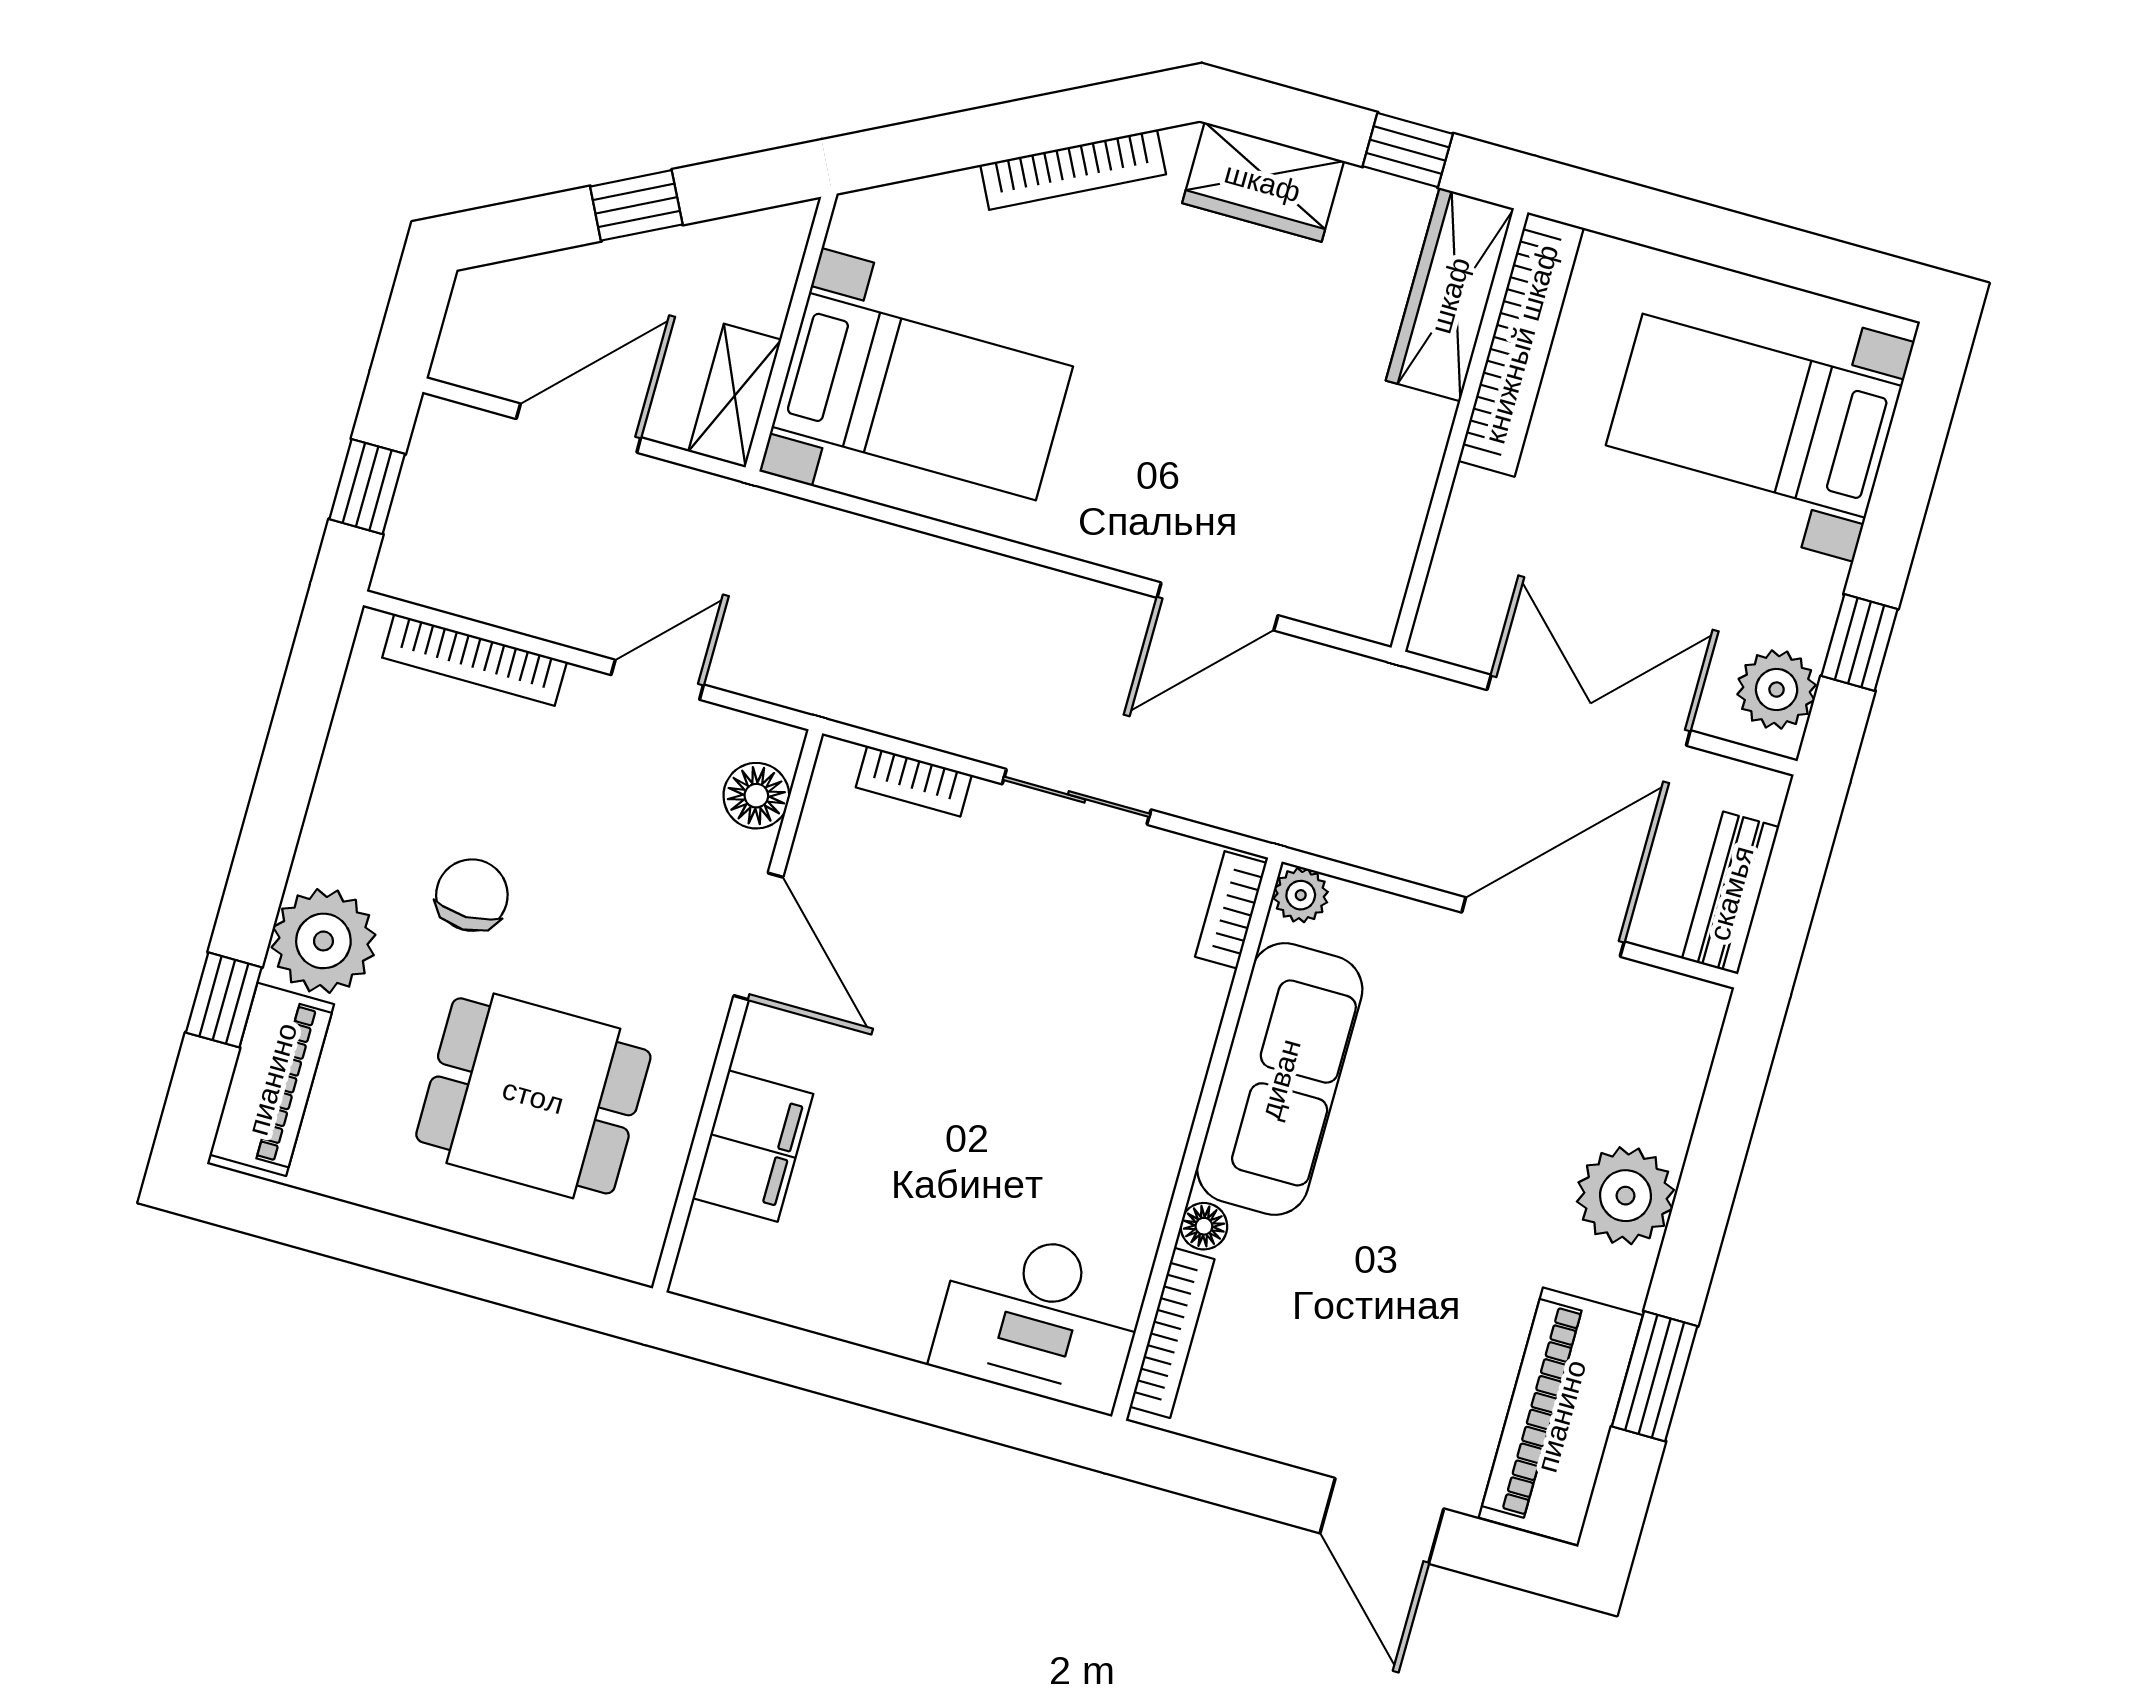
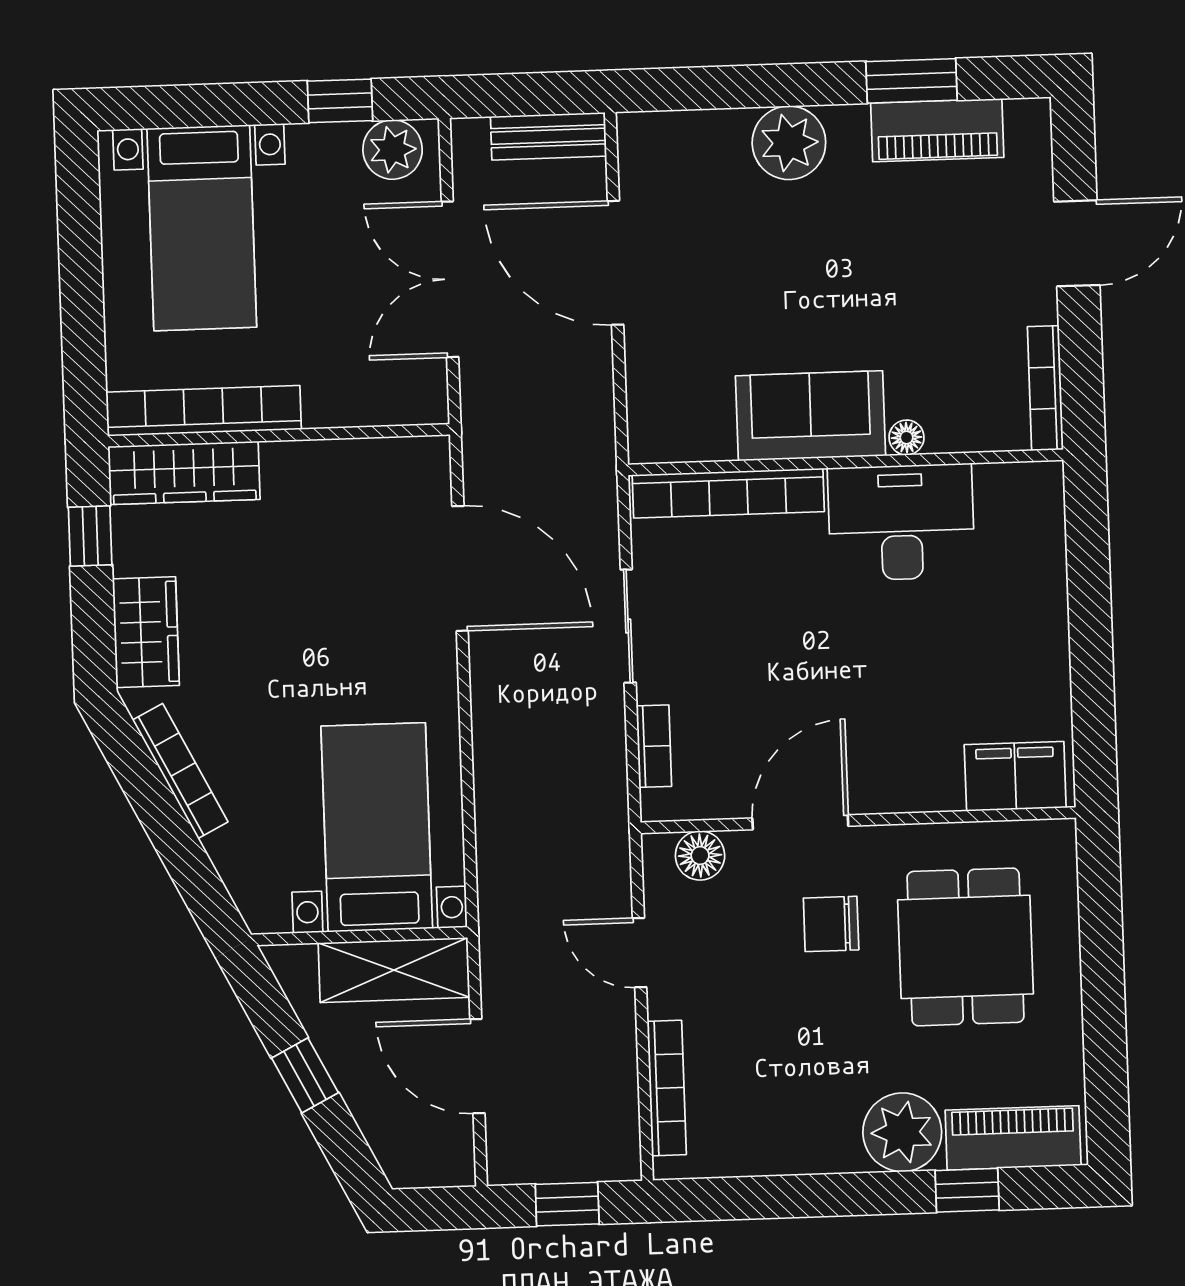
shelving: (735, 396) -> (394, 970), width x1.50, depth x1.33
door: (1217, 606) -> (460, 568), width x1.36
chair: (472, 895) -> (831, 924), moved
plant: (1301, 895) -> (648, 443), removed
bookcase: (1231, 910) -> (728, 493), width x2.31, depth x1.31
sofa: (1280, 1079) -> (810, 416), width x0.73
filing cabinet: (753, 1146) -> (1015, 776), moved
desk: (1040, 1318) -> (901, 522), moved, turned -90
bookcase: (1172, 1333) -> (1045, 388), moved, turned -90
piano: (1561, 1416) -> (937, 130), width x0.73, depth x0.75

